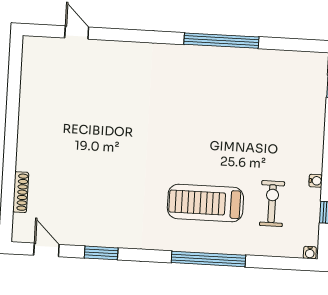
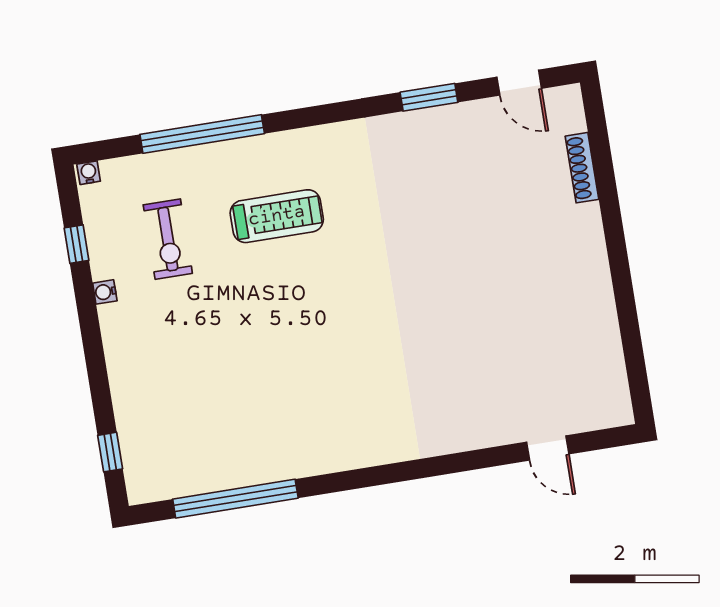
window: (221, 41) -> (235, 499), moved
treadmill: (205, 203) -> (277, 216), width x0.73, depth x0.73
window: (208, 259) -> (202, 134), moved

